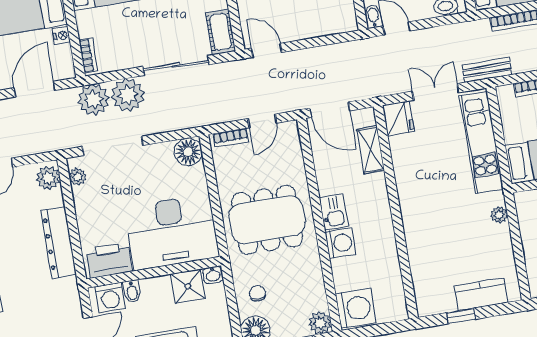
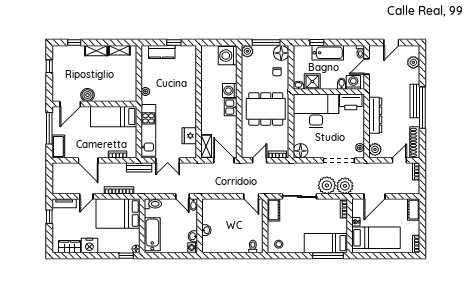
fridge: (398, 118) -> (189, 136), moved
shelving: (371, 150) -> (206, 146), moved

